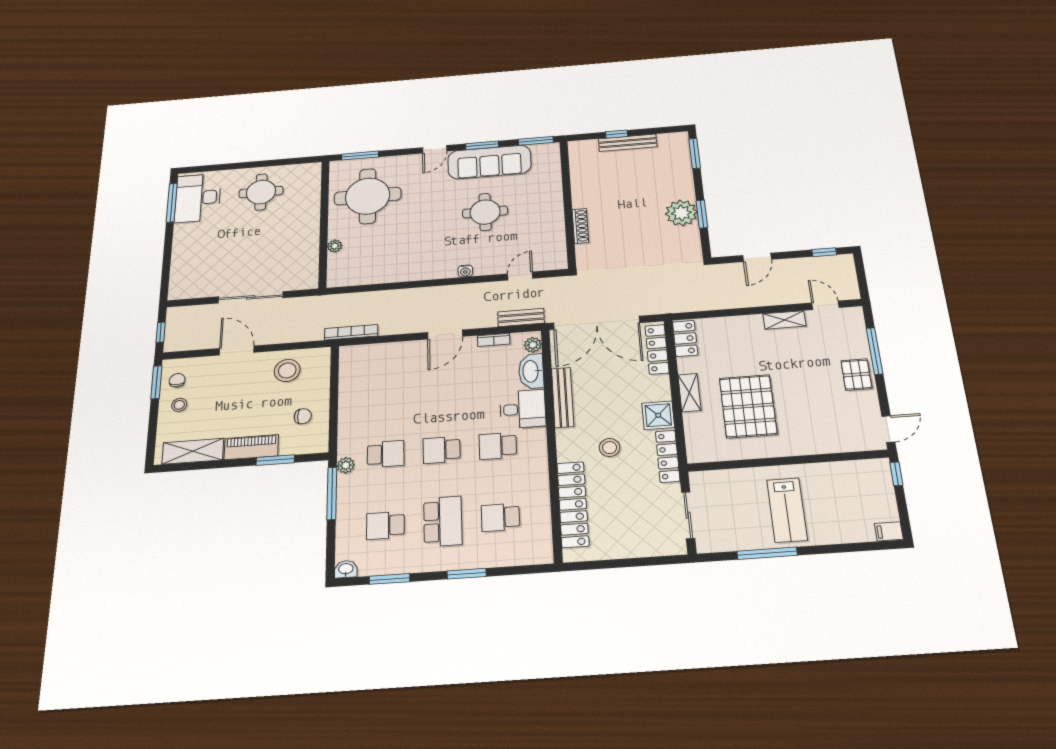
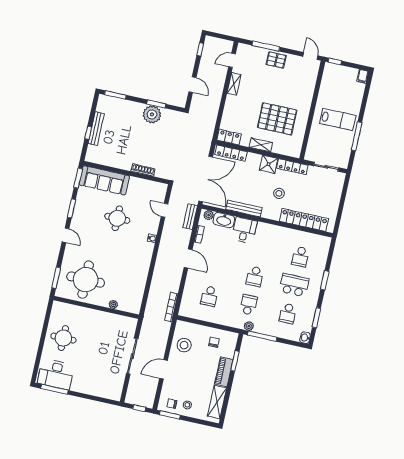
sofa: (489, 162) -> (104, 180), moved, turned 90
school desk: (498, 446) -> (209, 296), moved

